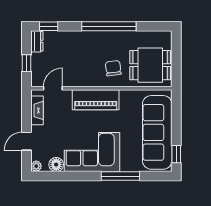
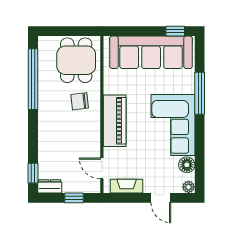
window: (109, 26) -> (33, 79), moved

